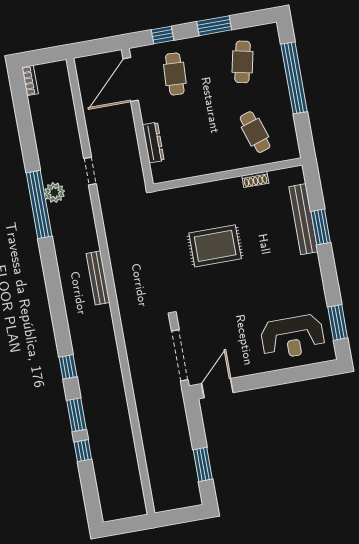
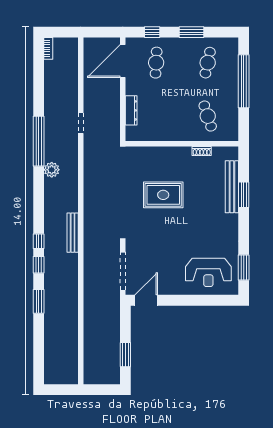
plant: (54, 193) -> (52, 170), moved
bench: (98, 278) -> (73, 233), moved
window: (83, 451) -> (39, 241), moved

